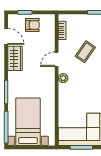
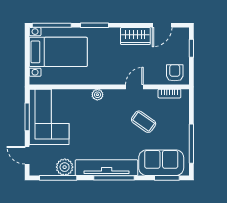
armchair: (32, 25) -> (175, 73), moved, turned 180
door: (57, 59) -> (134, 87), hinge flipped
plant: (63, 78) -> (97, 95), moved

